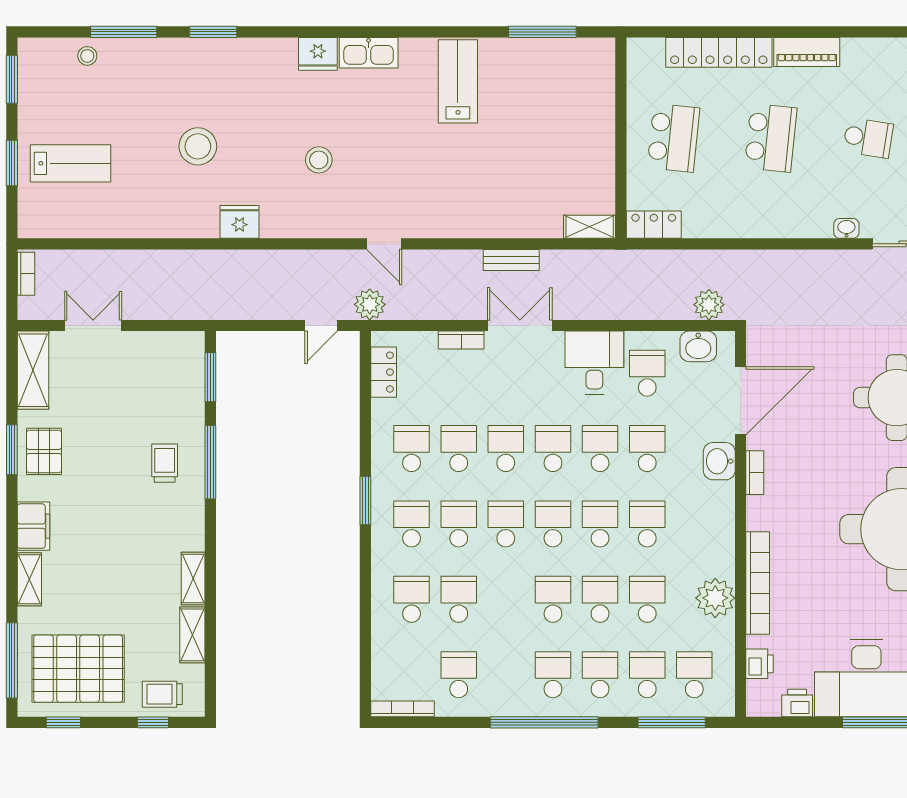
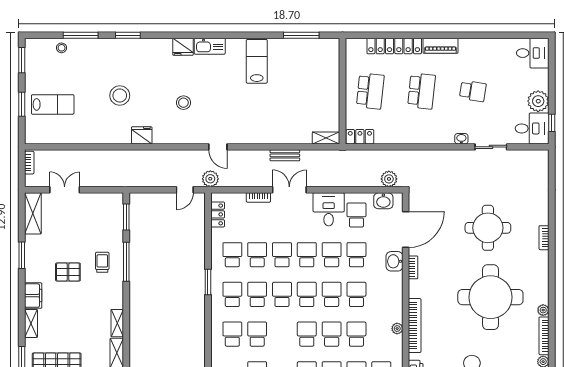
pallet: (44, 451) -> (68, 272), moved, turned 90
plant: (715, 598) -> (397, 329), width x0.53, depth x0.53

